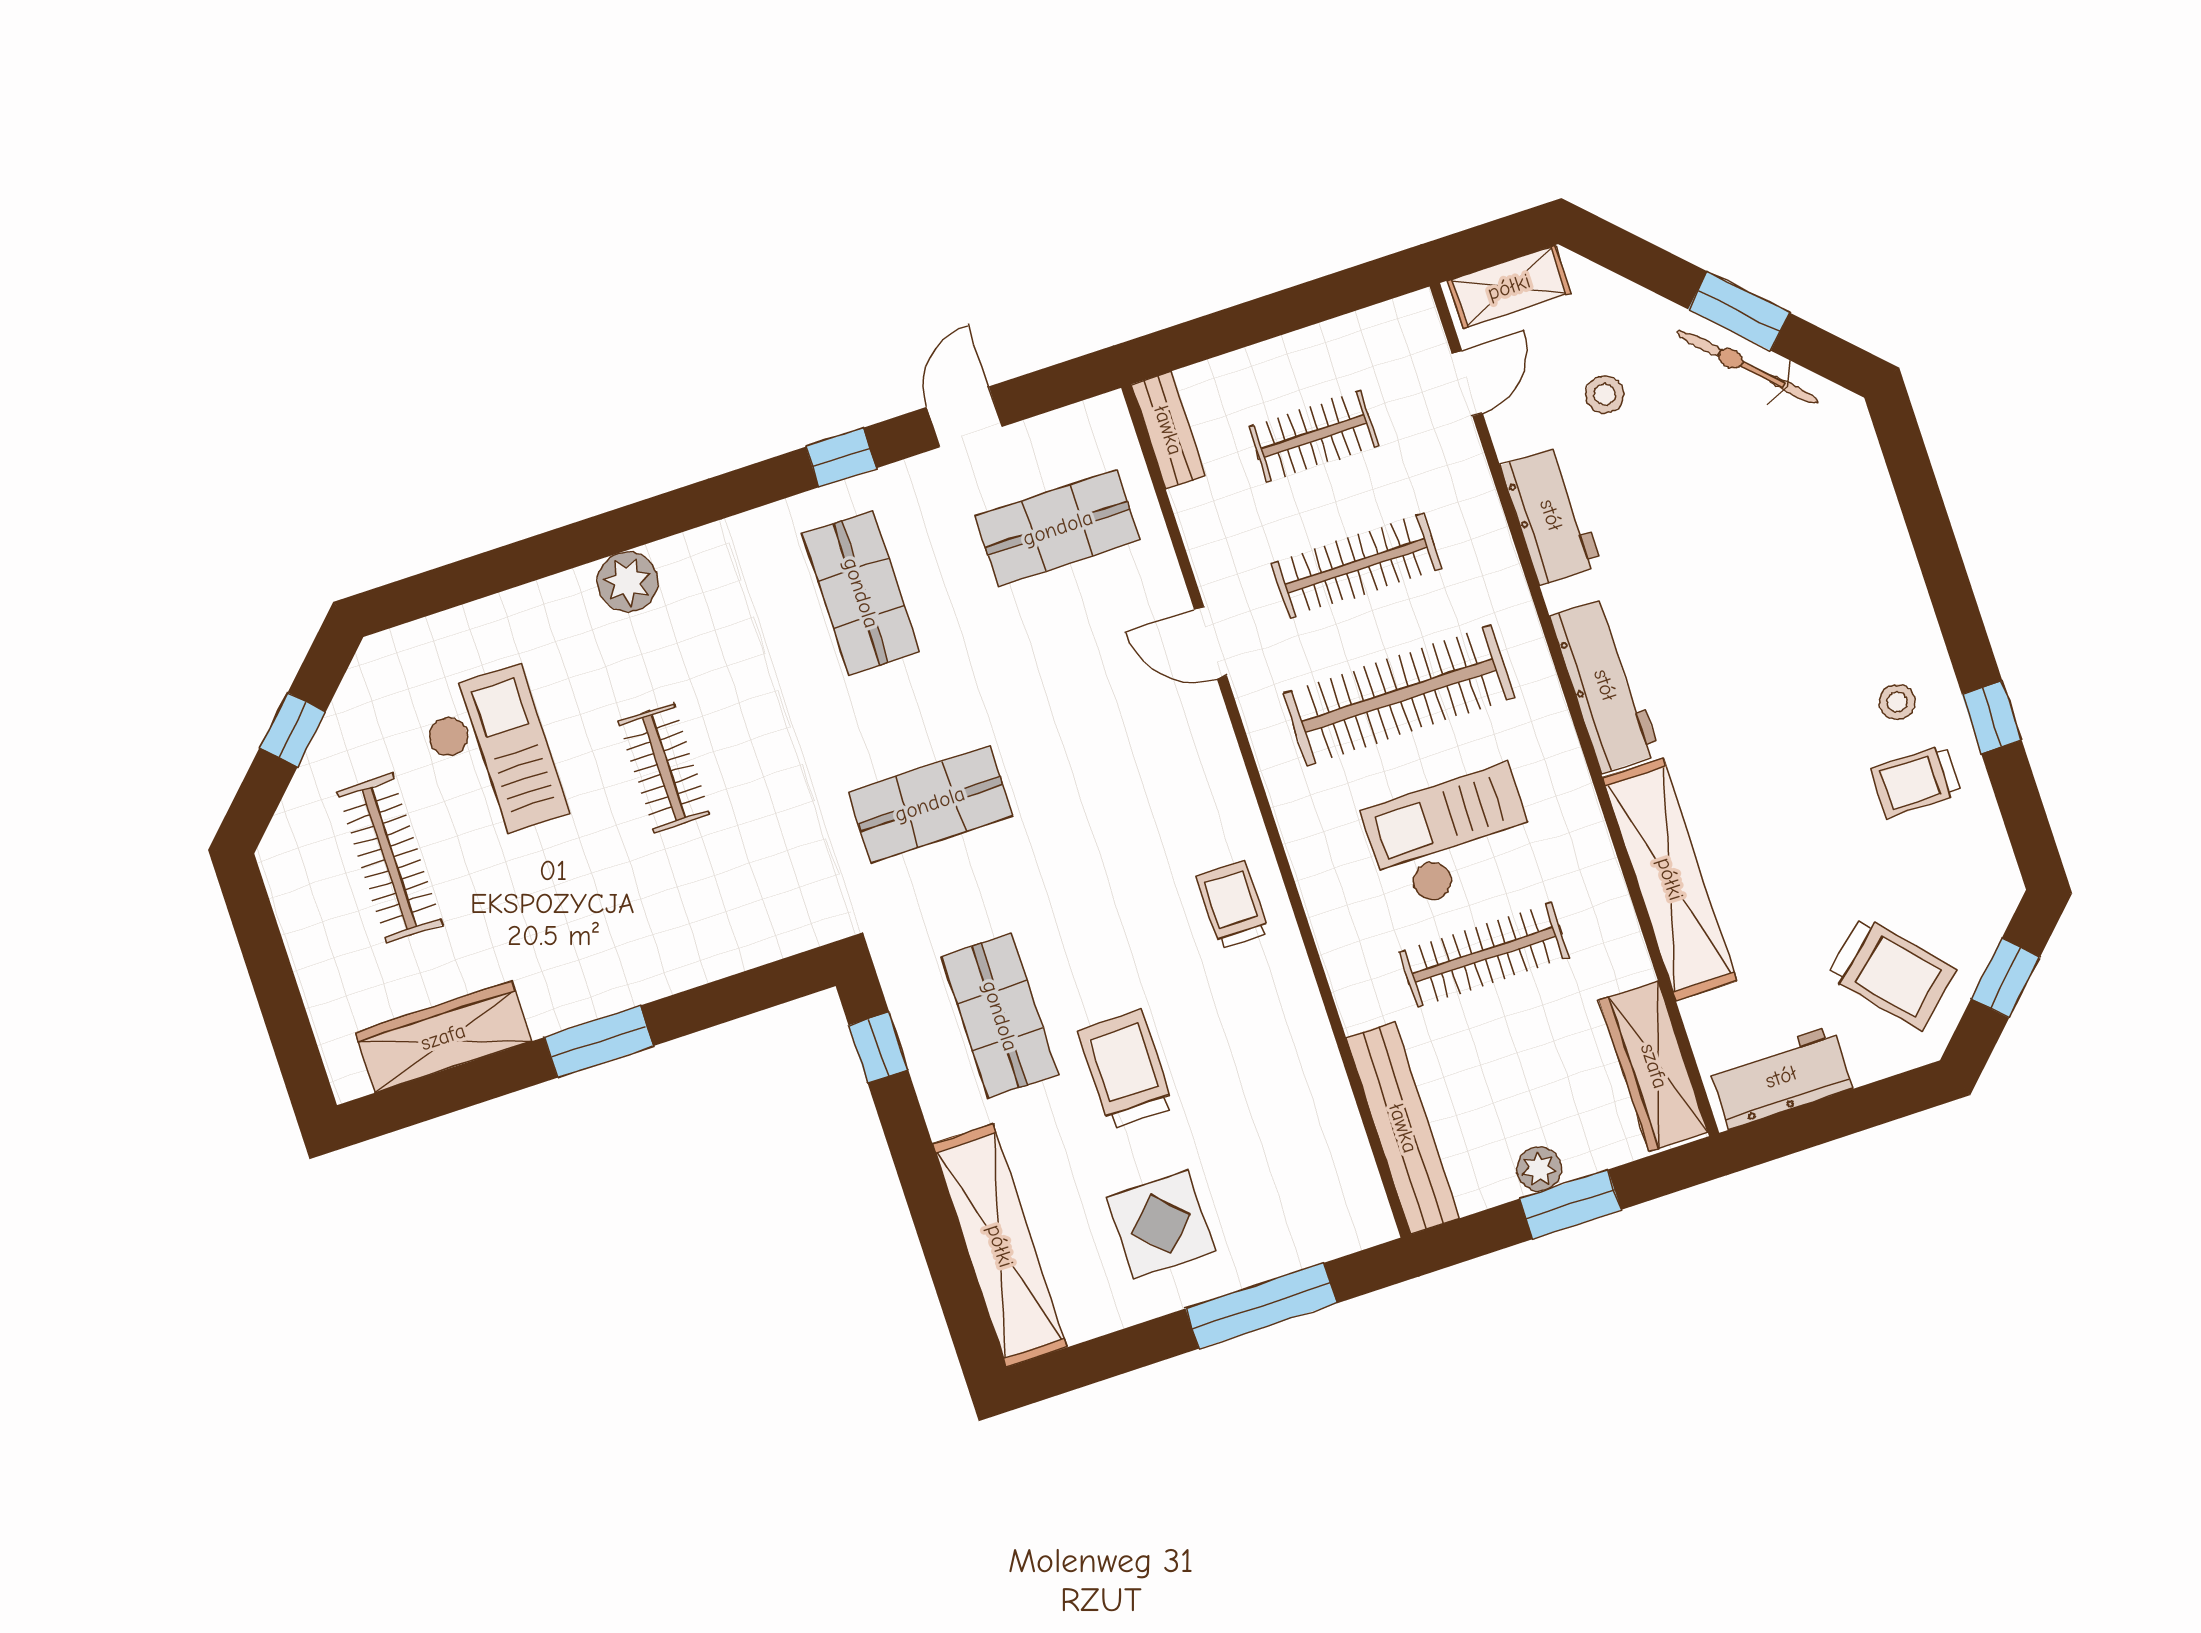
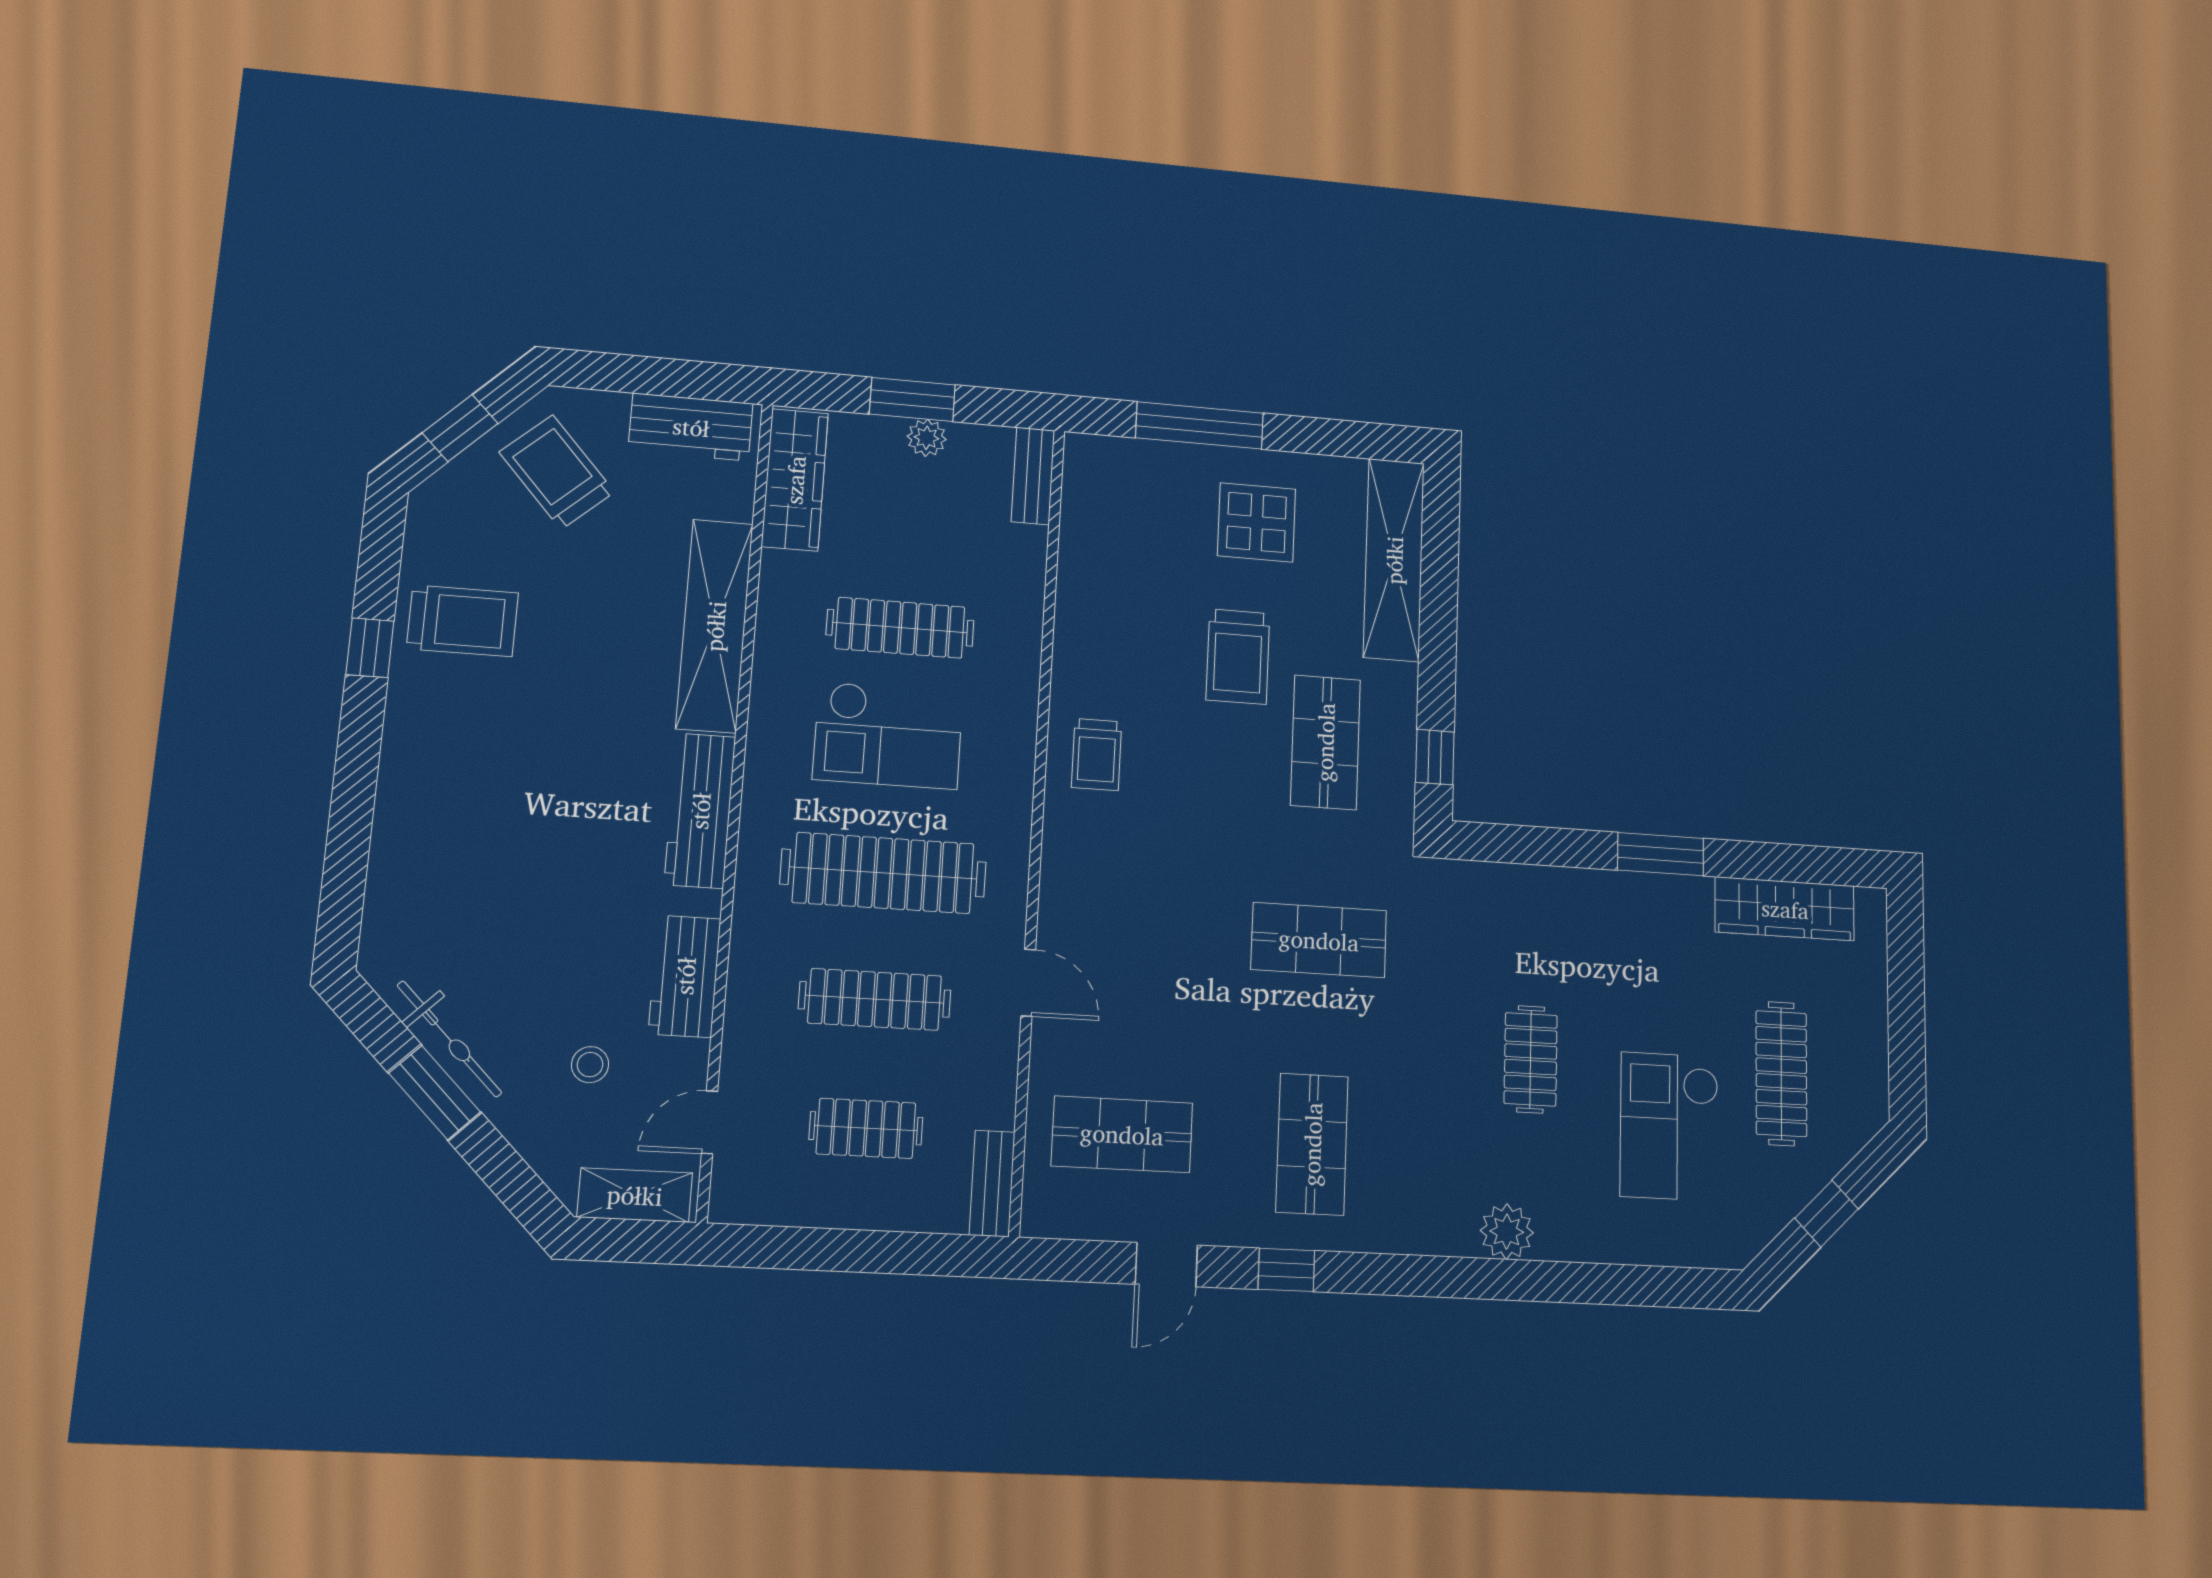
stool: (1897, 702) -> (448, 694), removed
trolley: (1916, 781) -> (463, 621), width x1.36, depth x1.39
bench: (1403, 1128) -> (1033, 476), width x0.54, depth x0.82

